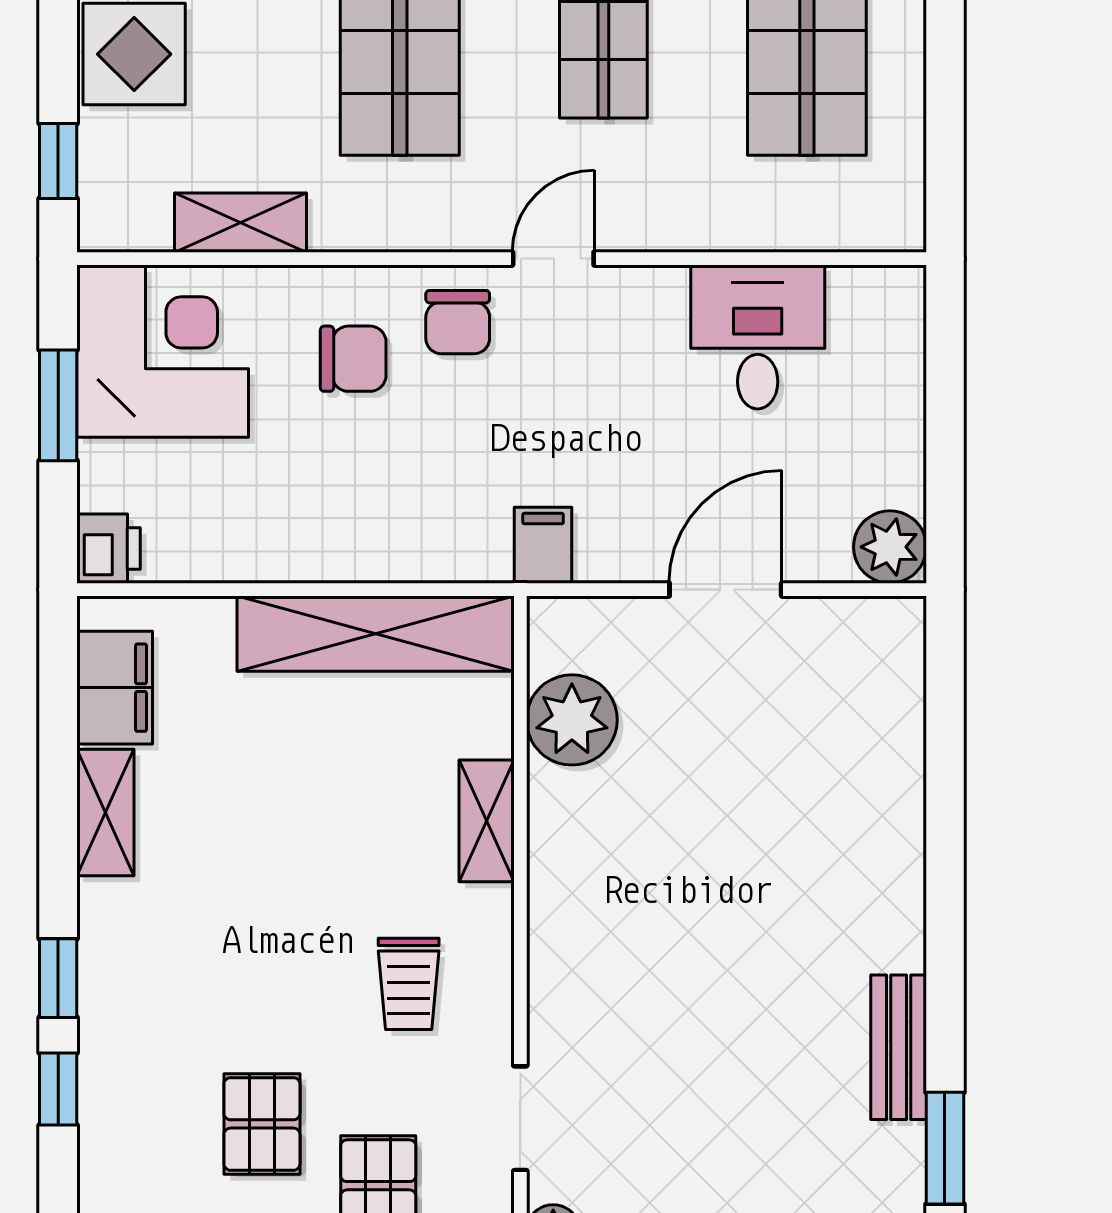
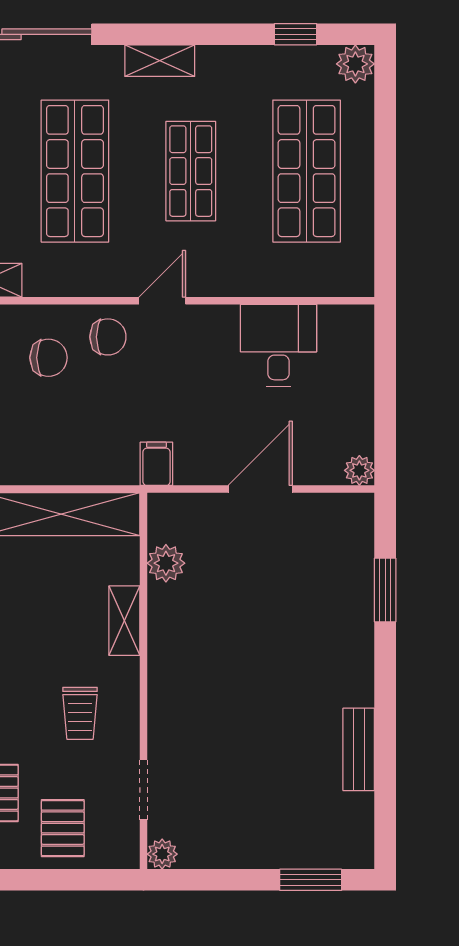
chair: (458, 322) -> (108, 337), turned -90
plant: (890, 547) -> (359, 470), width x0.73, depth x0.73
plant: (572, 720) -> (166, 563), width x0.73, depth x0.73
window: (945, 1148) -> (385, 590), moved

